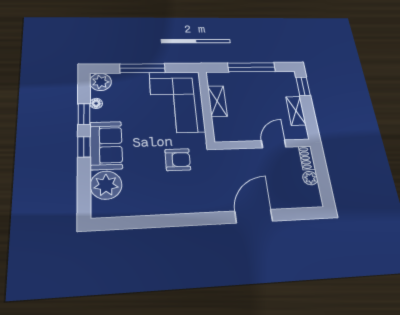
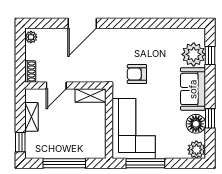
window: (142, 68) -> (145, 163), moved
shelving: (217, 101) -> (90, 95), moved, turned 90
floor lamp: (96, 103) -> (196, 124), width x1.89, depth x1.89
window: (84, 147) -> (210, 55), moved
plant: (310, 178) -> (31, 37), moved

